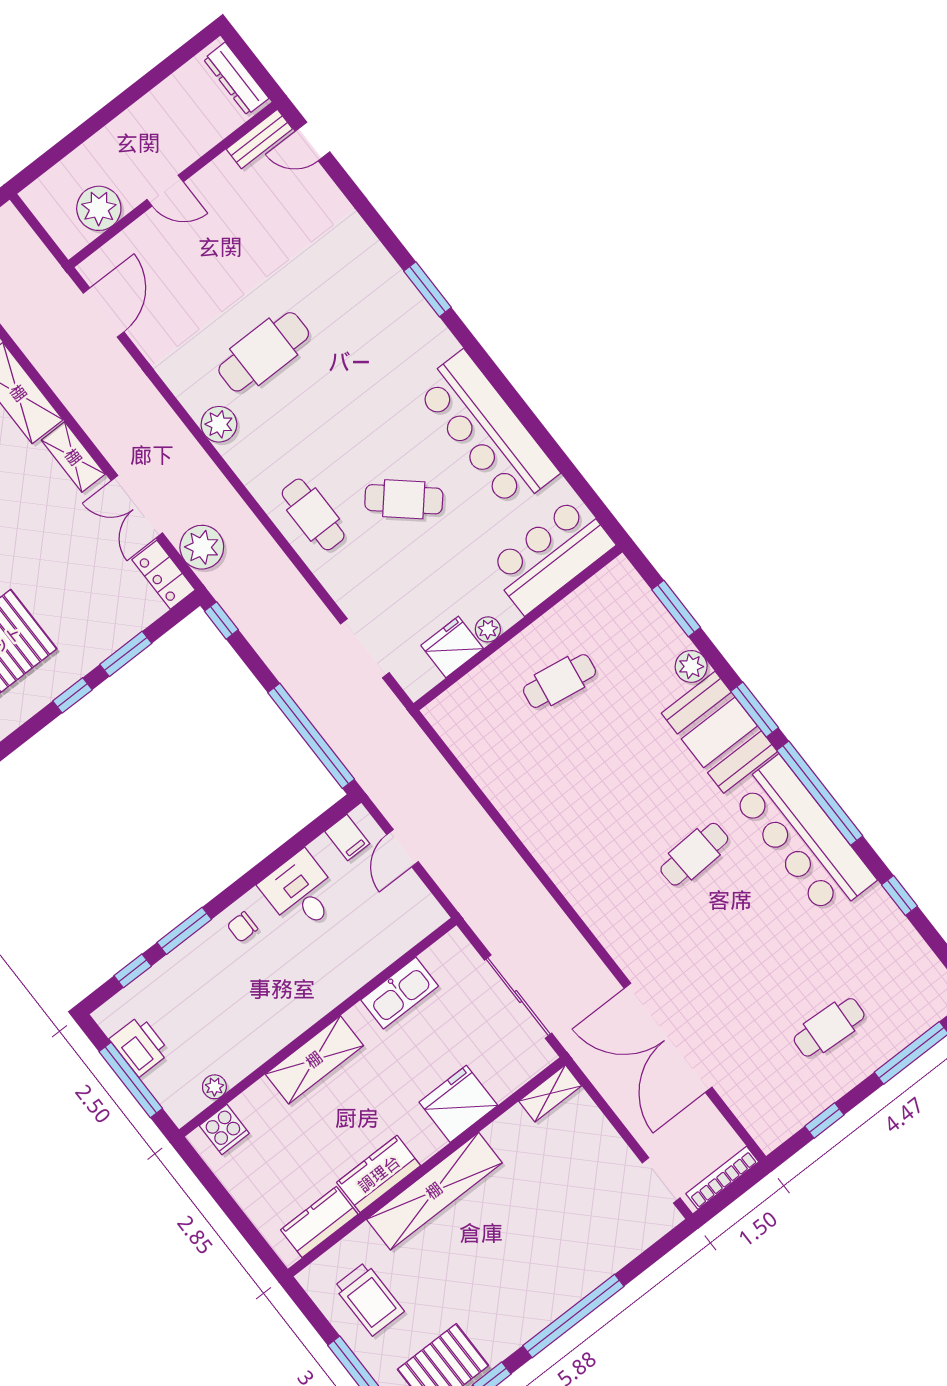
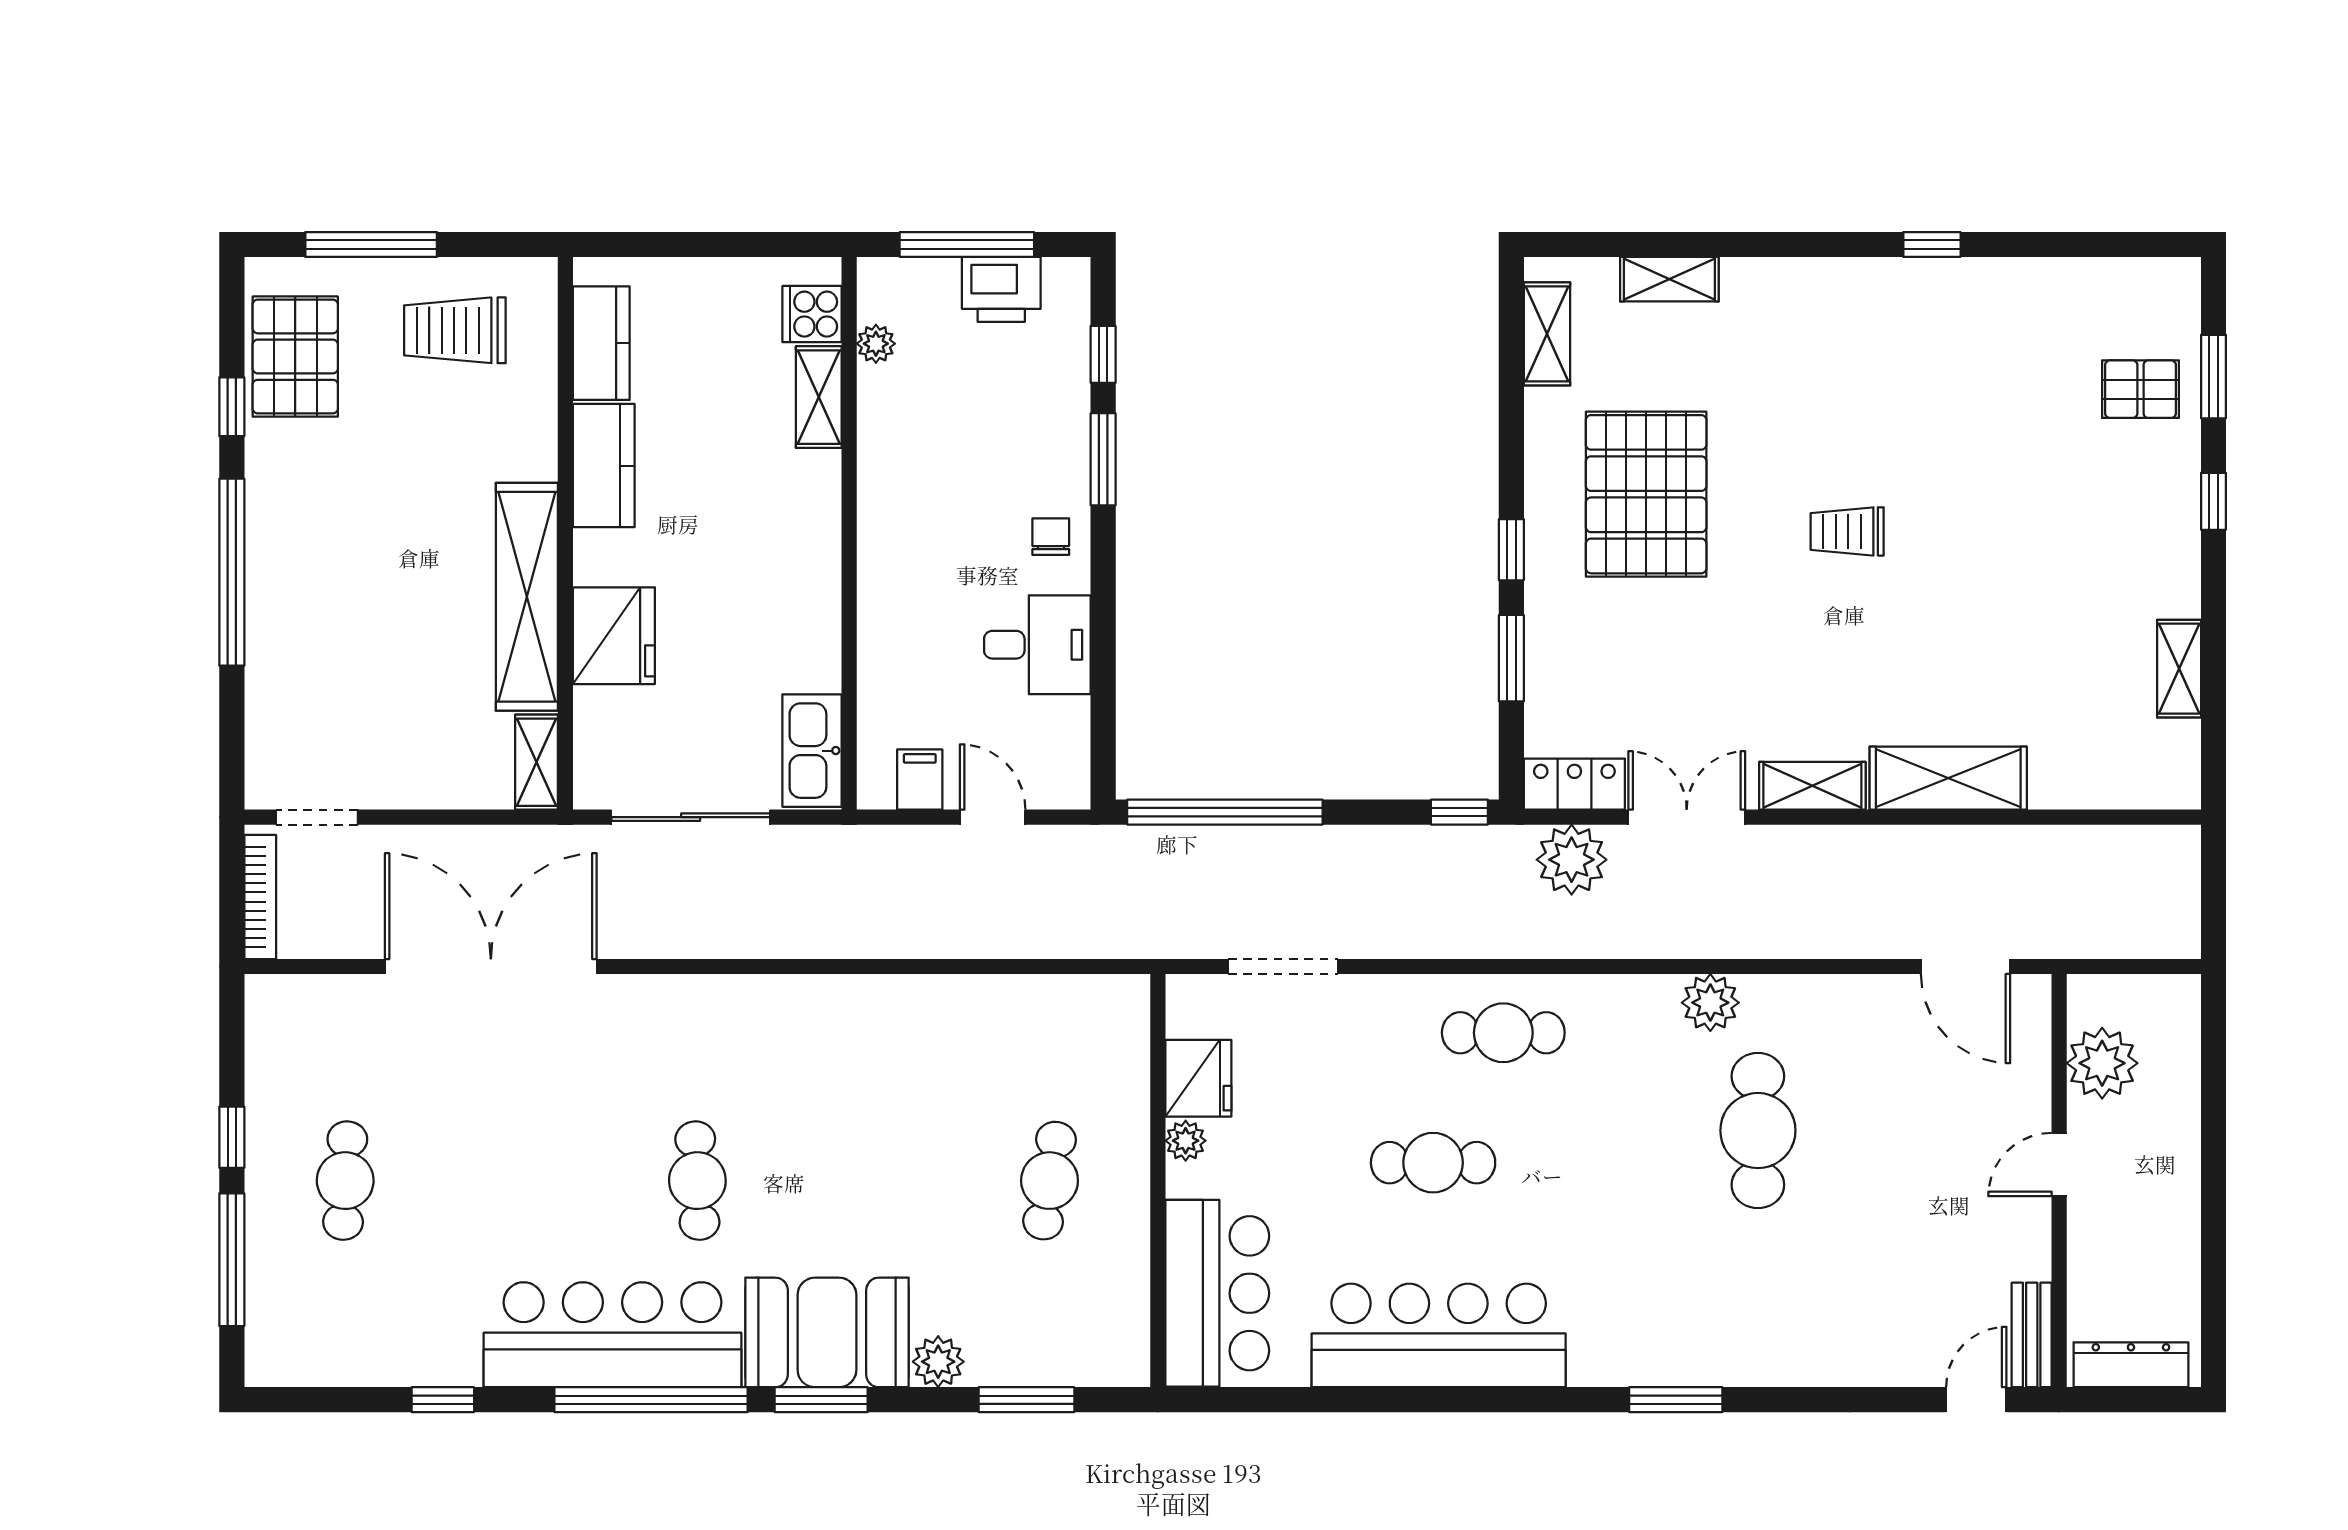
cafe table: (404, 499) -> (1433, 1163), turned 49
filing cabinet: (347, 837) -> (920, 780), moved, turned 90
kitchen sink: (400, 993) -> (812, 751), moved
shelving: (314, 1060) -> (819, 397), moved, width x0.67, depth x0.75
window: (824, 1121) -> (232, 1137), moved
shelving: (434, 1191) -> (527, 597), moved

